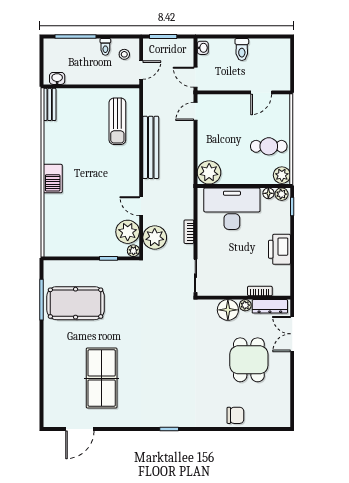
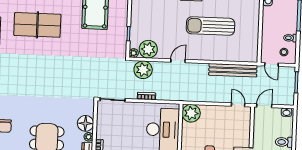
sun lounger: (117, 121) -> (210, 26), moved, width x1.36, depth x1.34
bench: (151, 147) -> (233, 70), moved
door: (141, 206) -> (178, 61), moved

